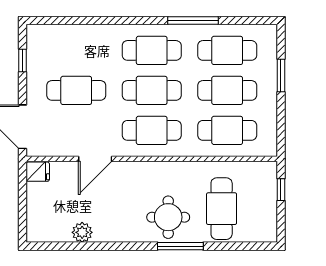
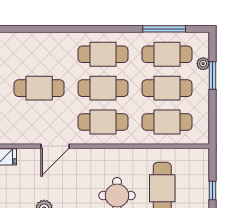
window: (193, 20) -> (164, 29), moved
plant: (270, 61) -> (203, 64), added
window: (281, 190) -> (213, 190), moved

